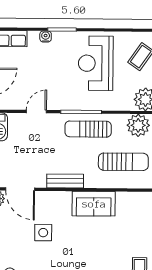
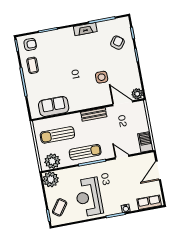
reception desk: (96, 63) -> (89, 197), turned 180
door: (36, 112) -> (122, 157), swing flipped
sofa: (94, 204) -> (54, 106), moved

